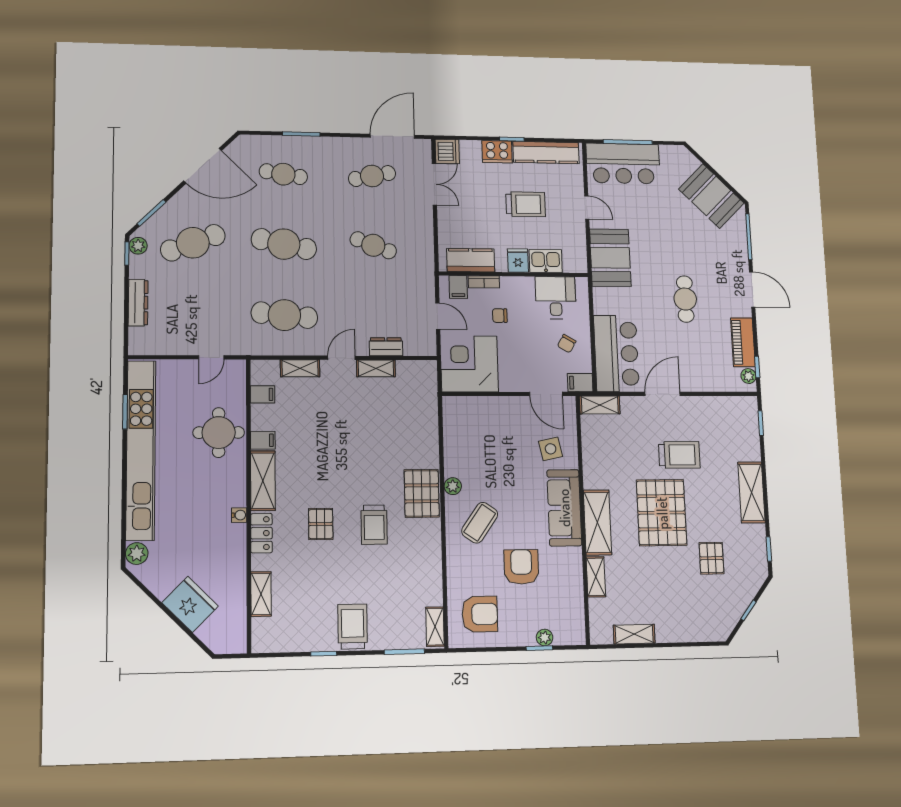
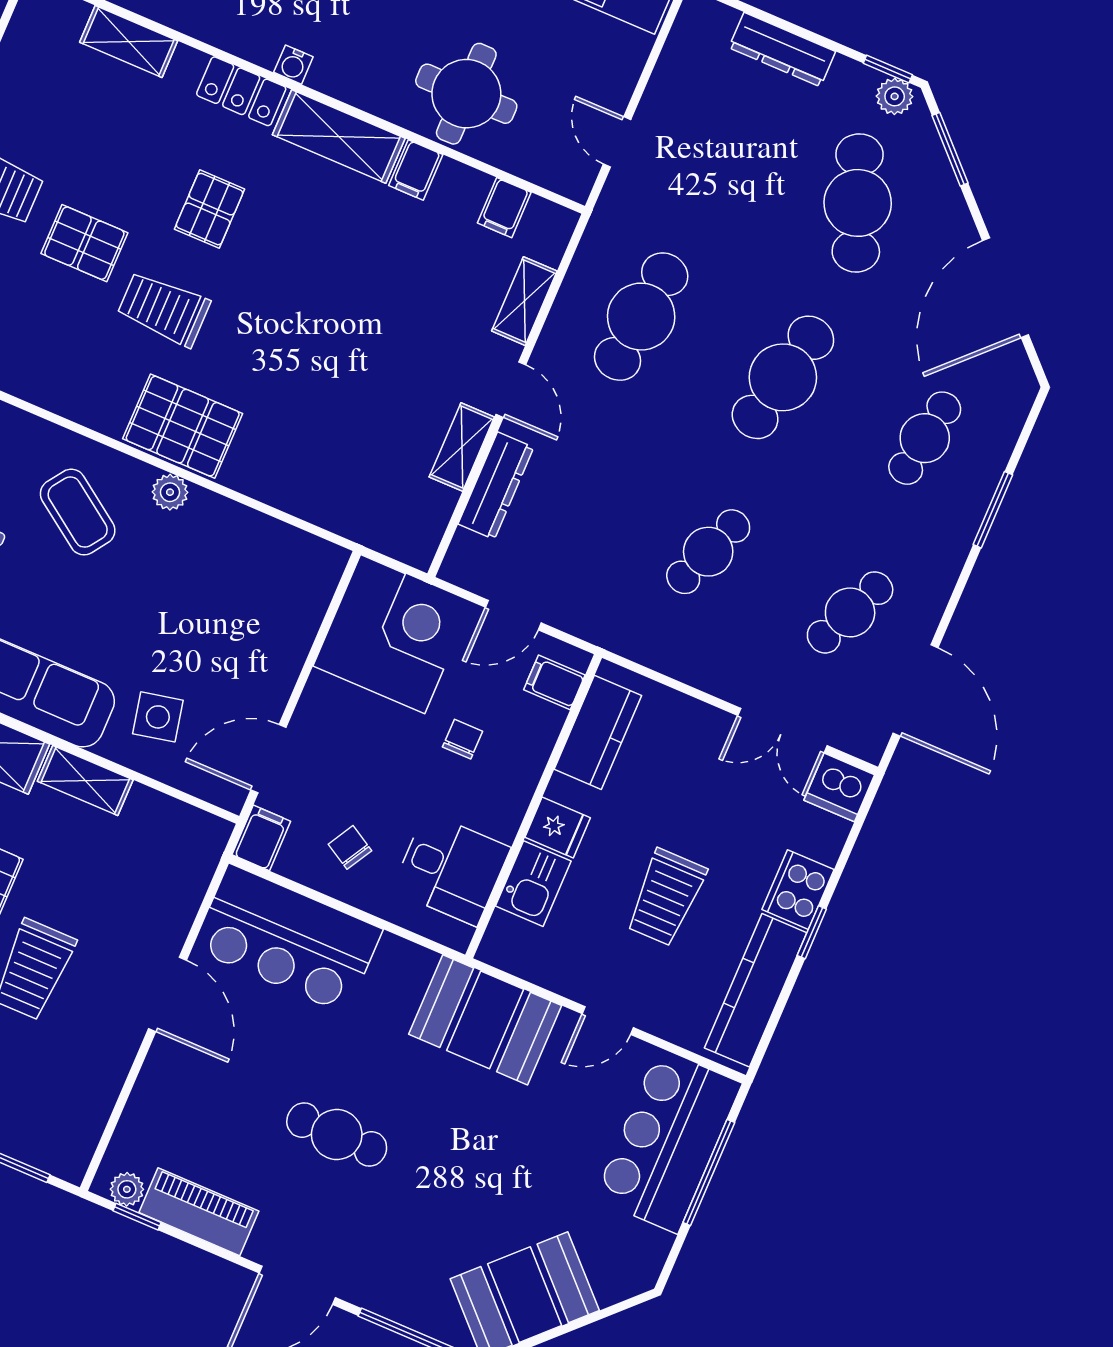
cafe table: (372, 176) -> (850, 612), turned 36
bookcase: (484, 282) -> (543, 739), removed
dresser: (386, 347) -> (496, 486), width x1.44
shelving: (600, 405) -> (85, 781), moved, turned 90
pallet: (321, 524) -> (209, 209), turned 90
pallet: (361, 573) -> (84, 243), added

